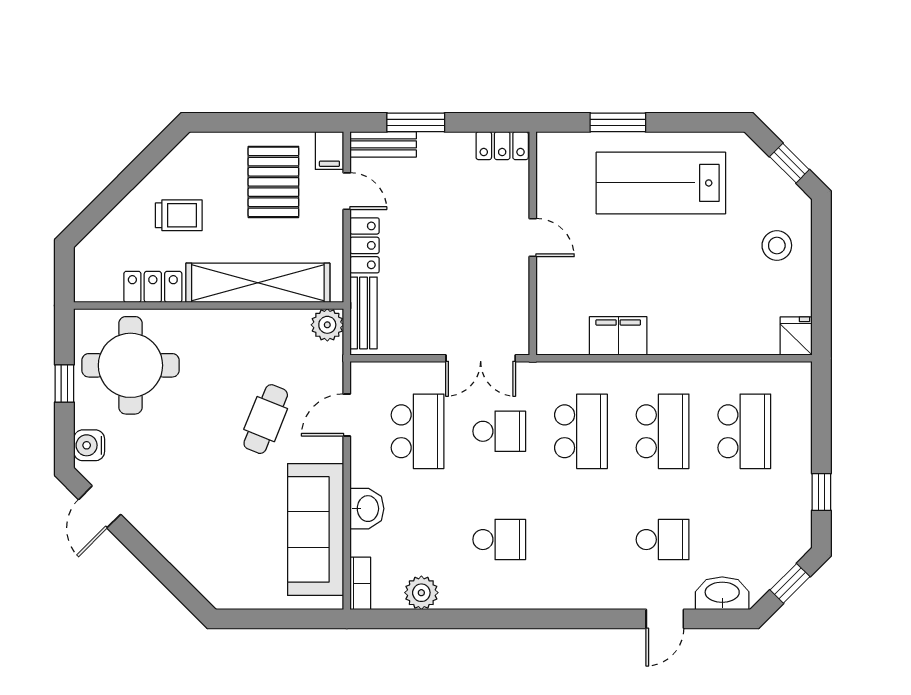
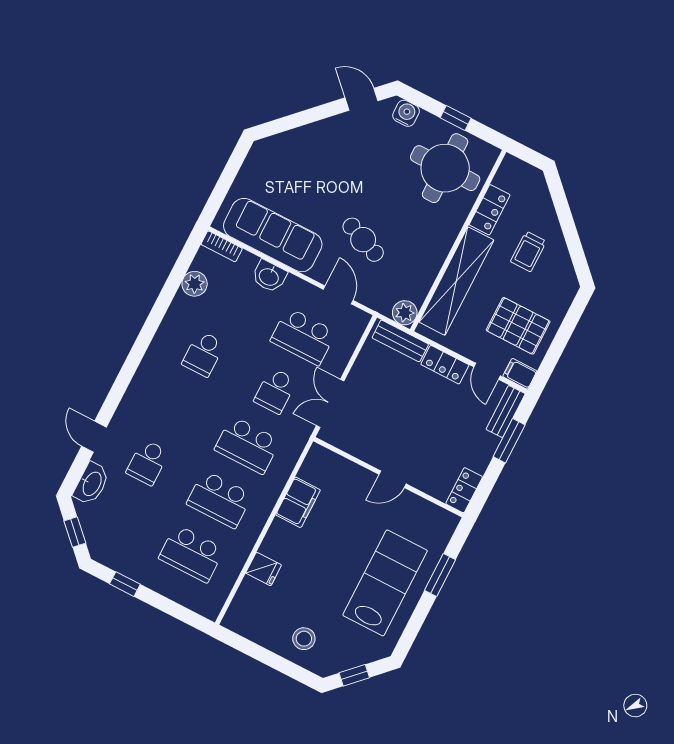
door: (347, 191) -> (487, 371), hinge flipped
fridge: (796, 336) -> (264, 569), moved

